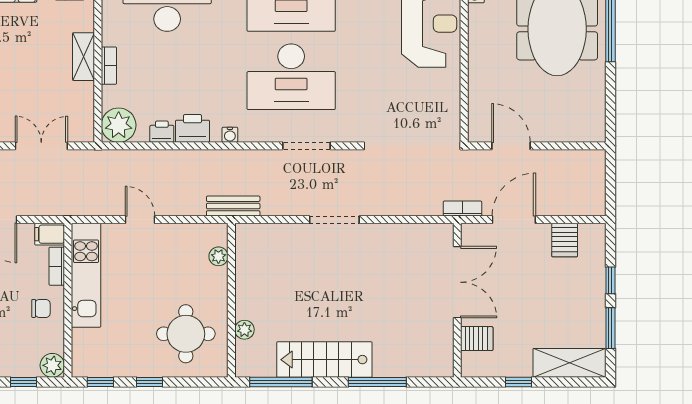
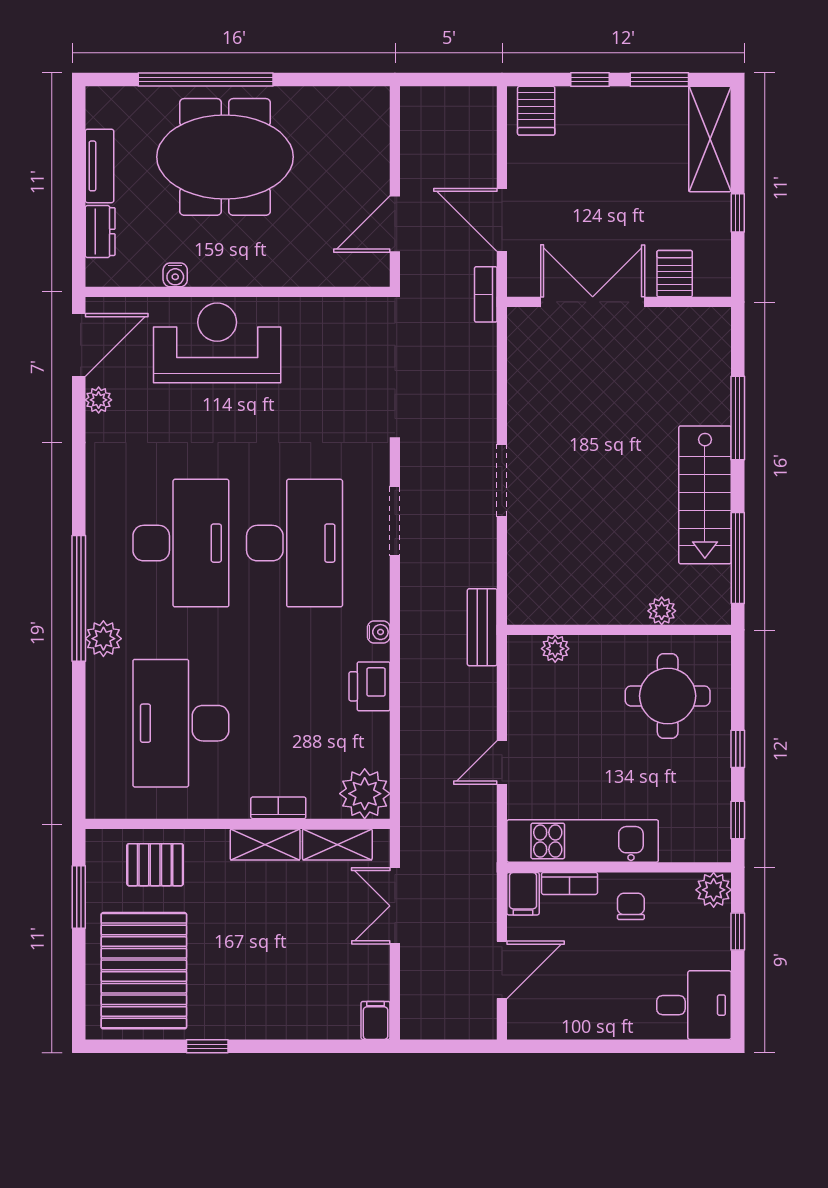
shelving: (84, 106) -> (337, 844), added
printer: (162, 132) -> (374, 731), removed
server rack: (565, 240) -> (536, 111), moved, turned 90

